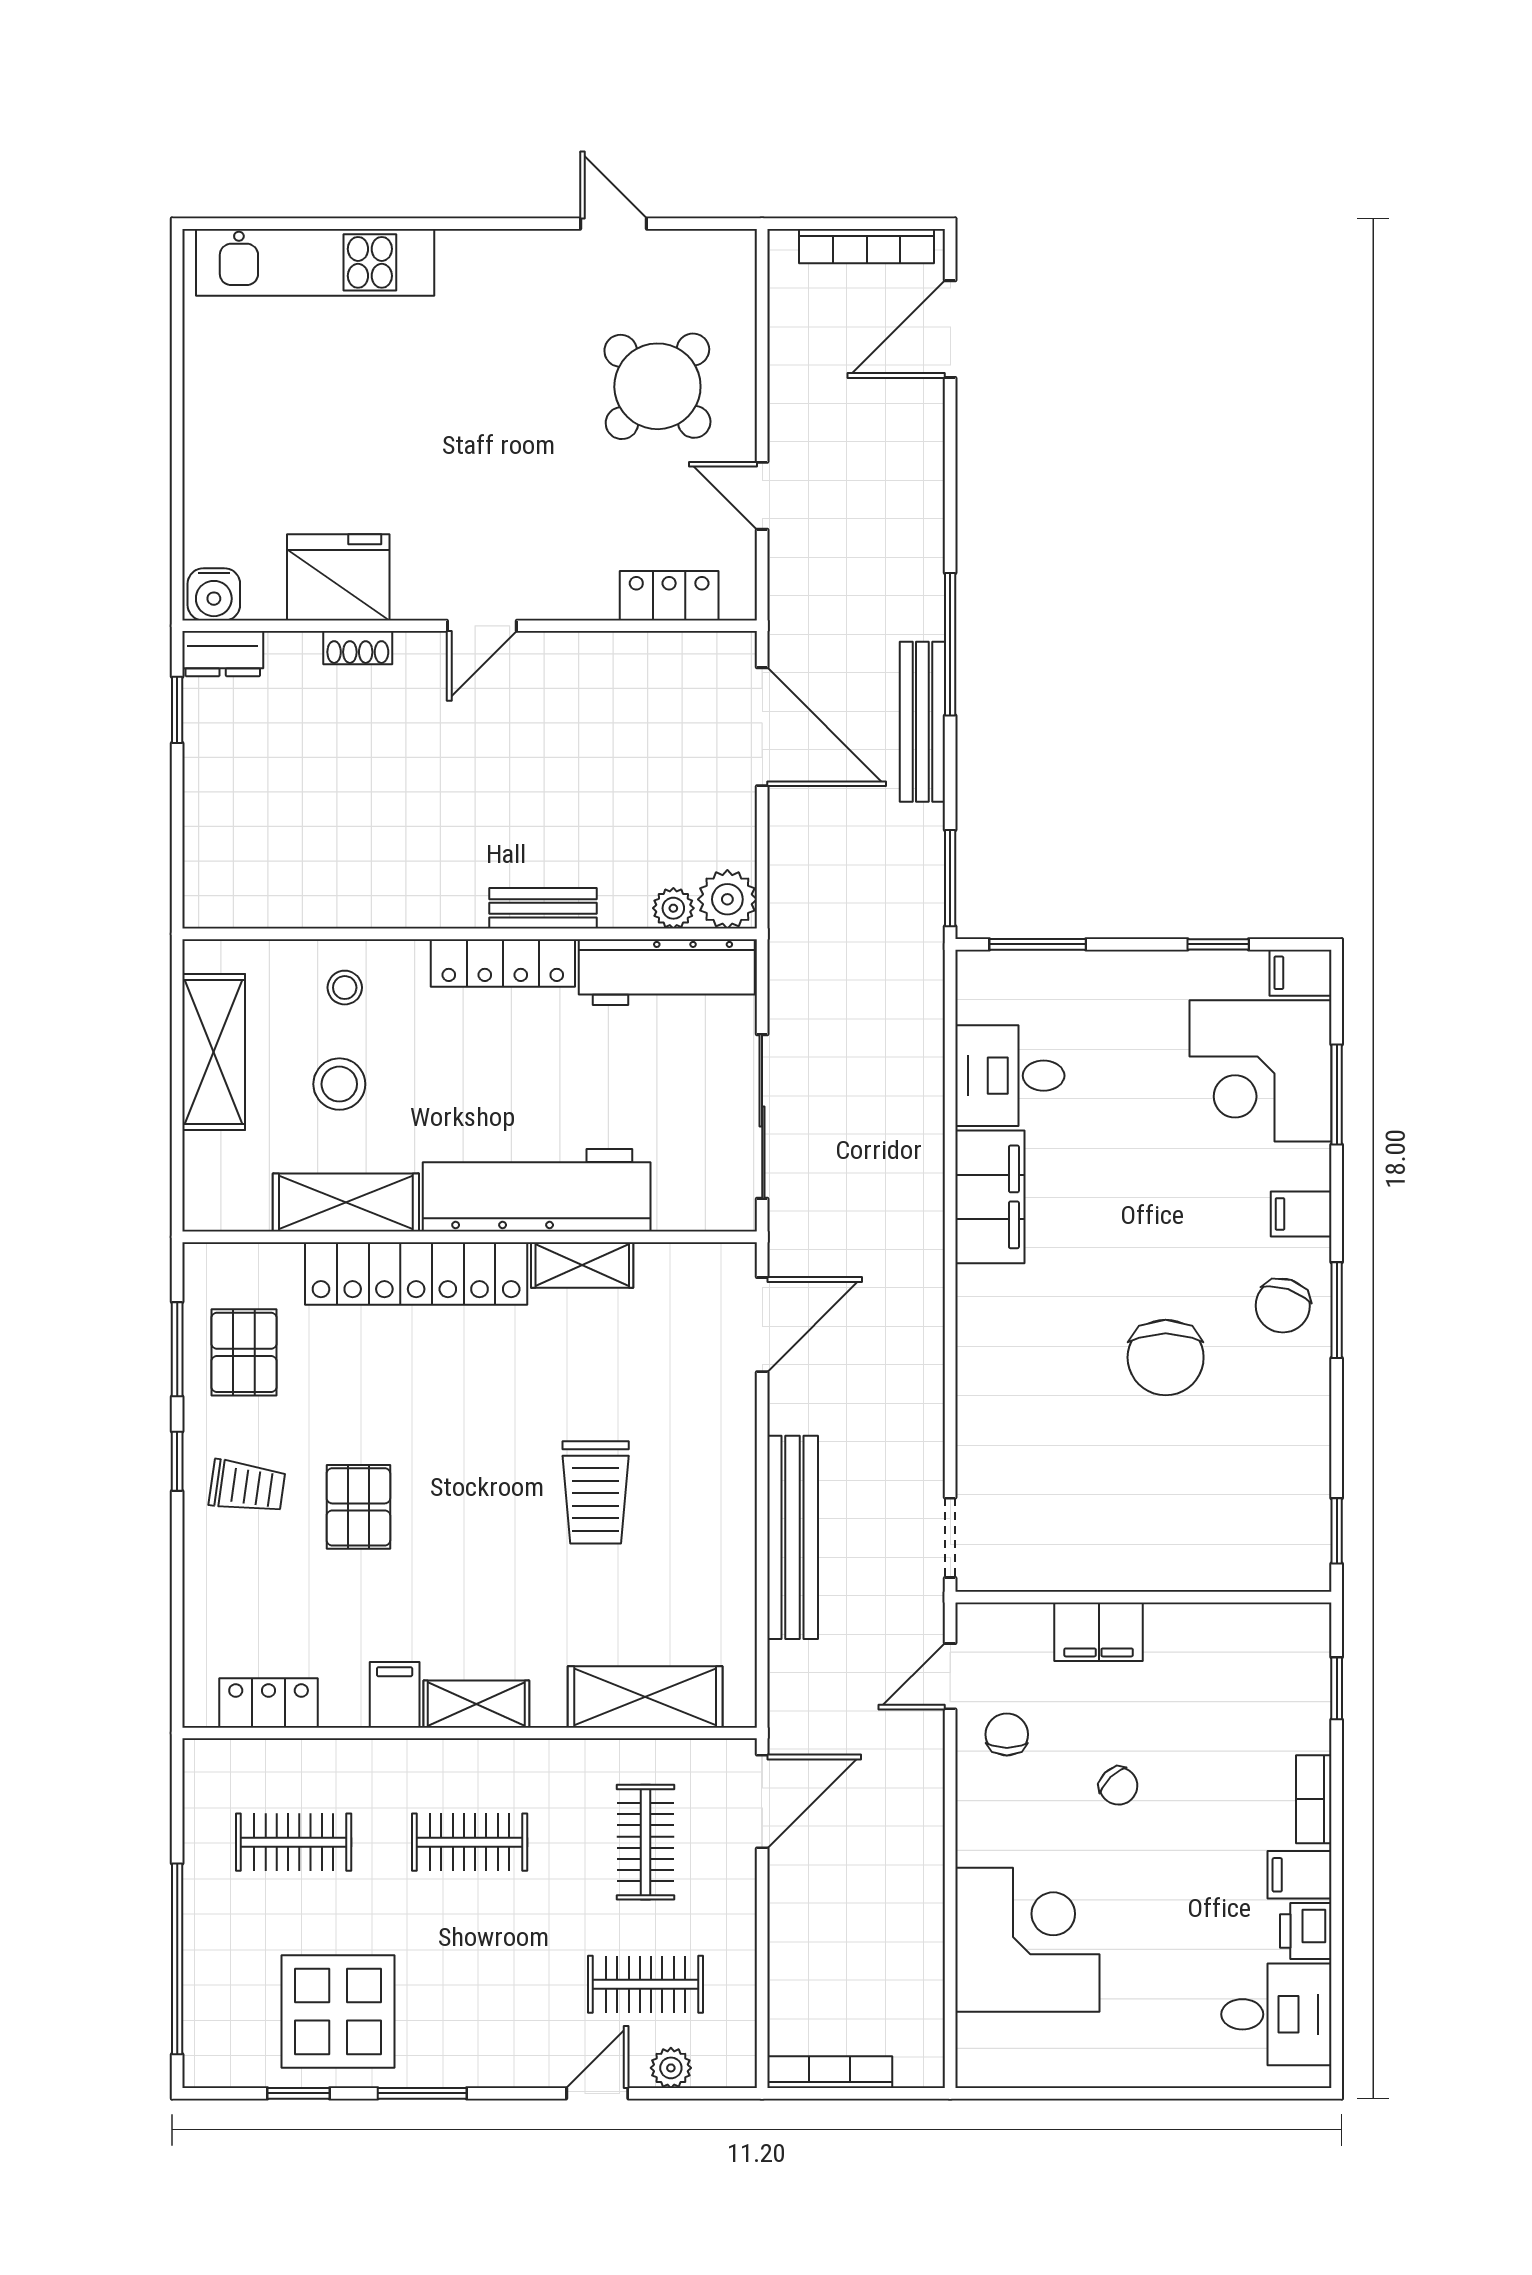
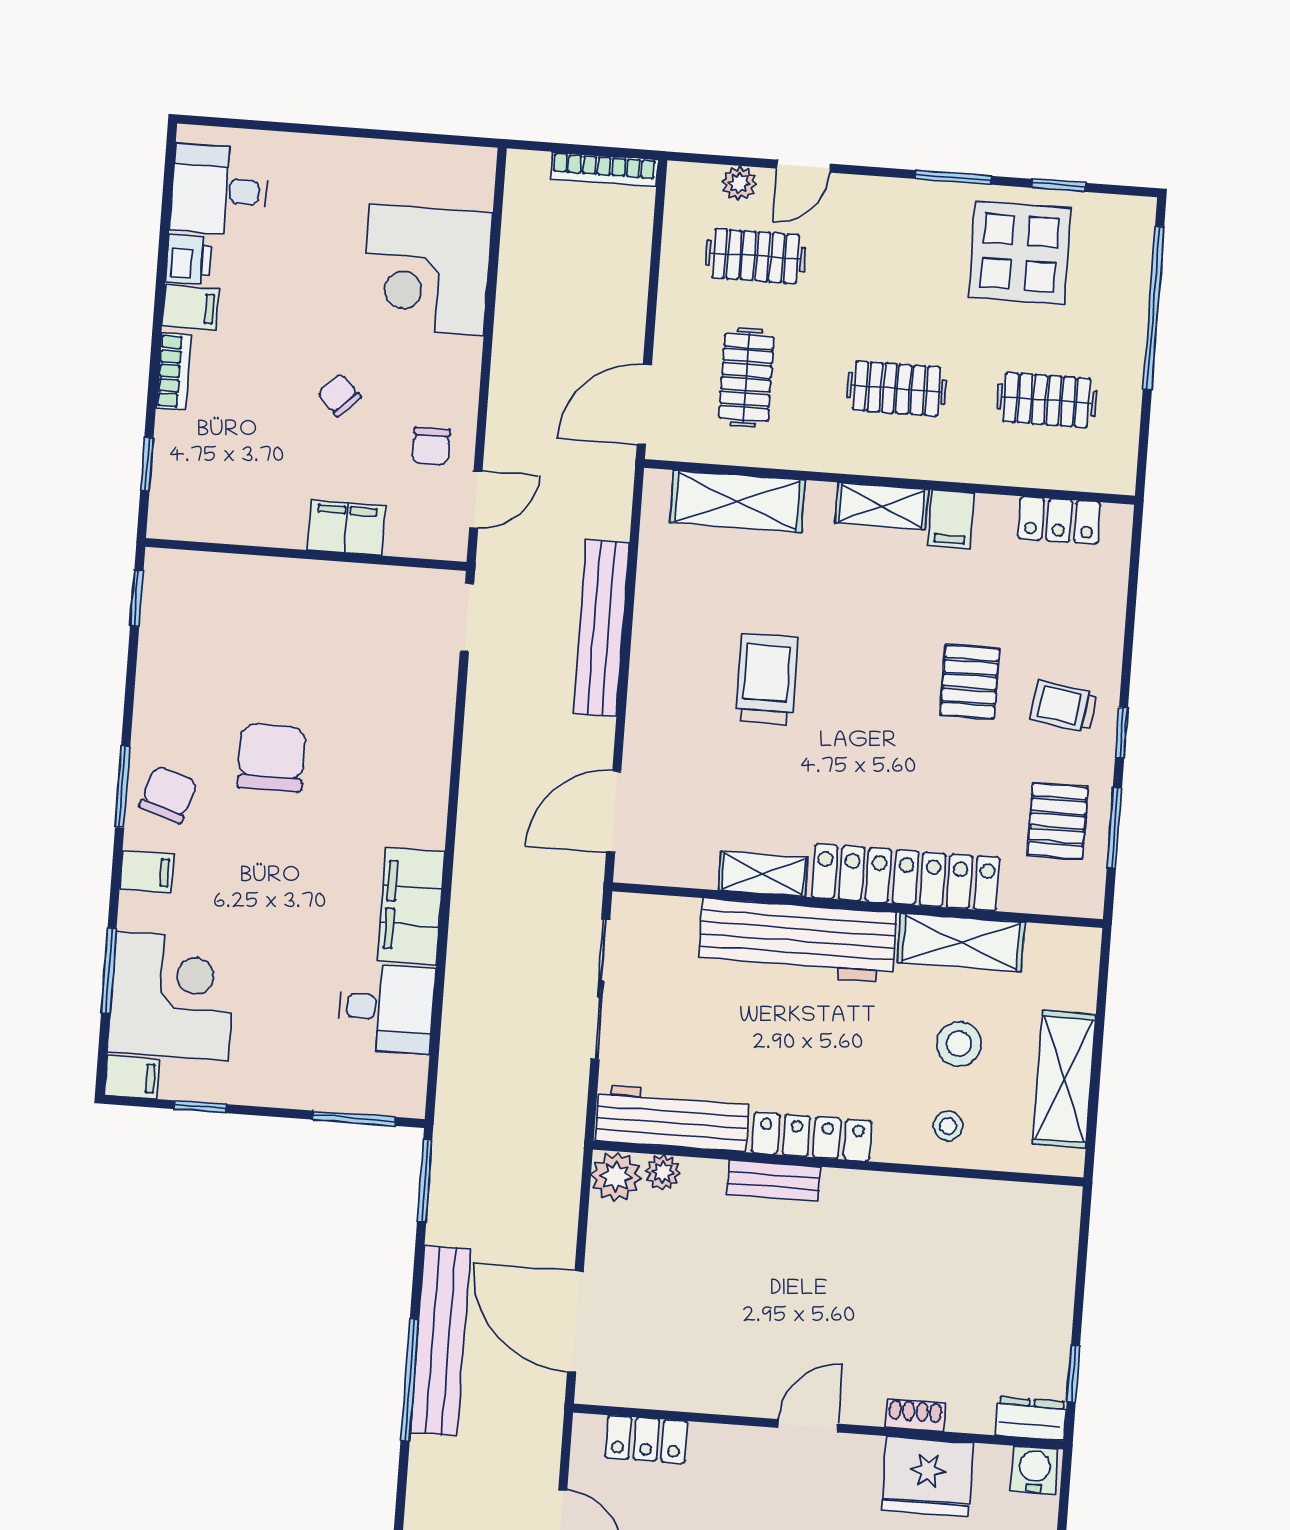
bench: (922, 722) -> (440, 1341), width x1.37, depth x1.21

